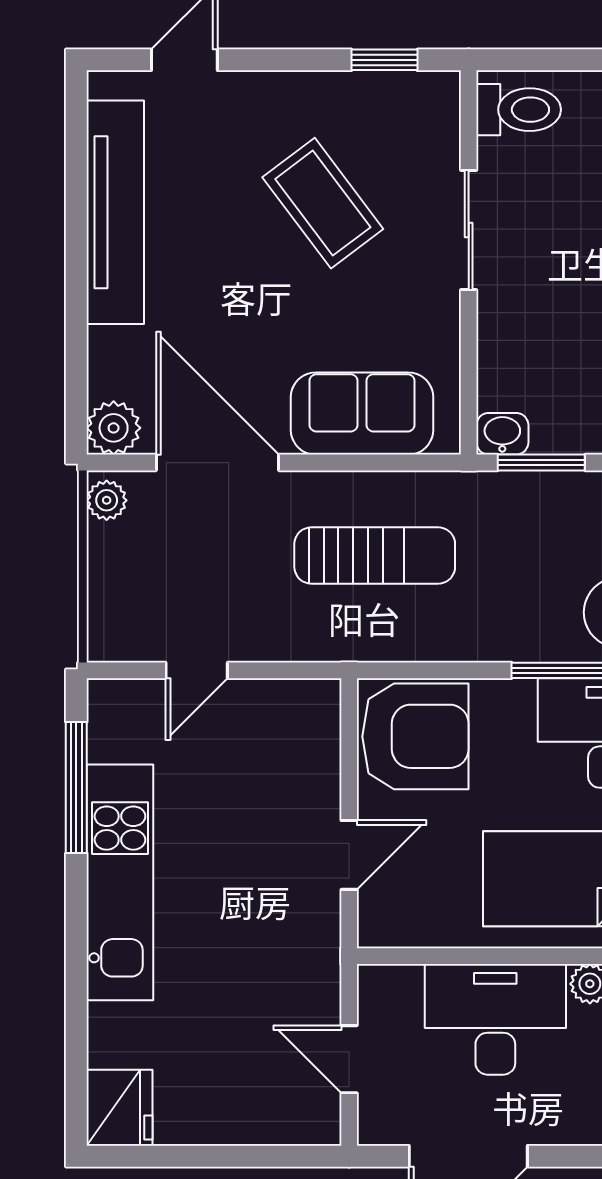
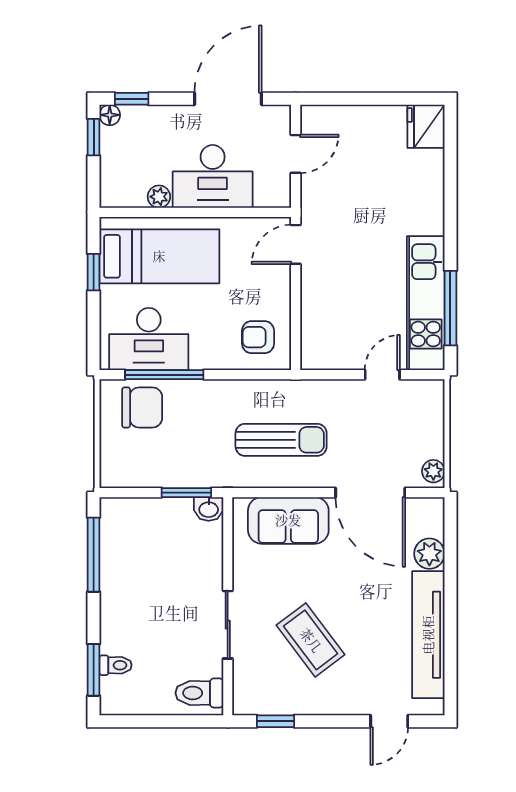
plant: (114, 428) -> (429, 554), moved
sun lounger: (375, 555) -> (281, 440), turned 180
armchair: (415, 736) -> (258, 337), width x0.53, depth x0.53
door: (349, 855) -> (296, 244), moved
kitchen unit: (120, 882) -> (426, 303), moved
door: (349, 1059) -> (296, 154), hinge flipped

